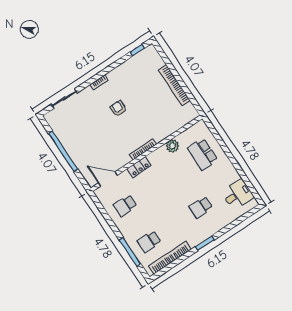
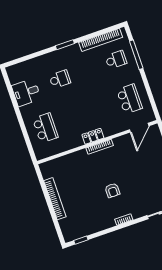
plant: (172, 146) -> (71, 143), removed
locker: (139, 167) -> (93, 136), moved
door: (108, 179) -> (139, 128), hinge flipped
desk: (238, 194) -> (26, 92), moved
school desk: (125, 205) -> (129, 99), width x1.85

